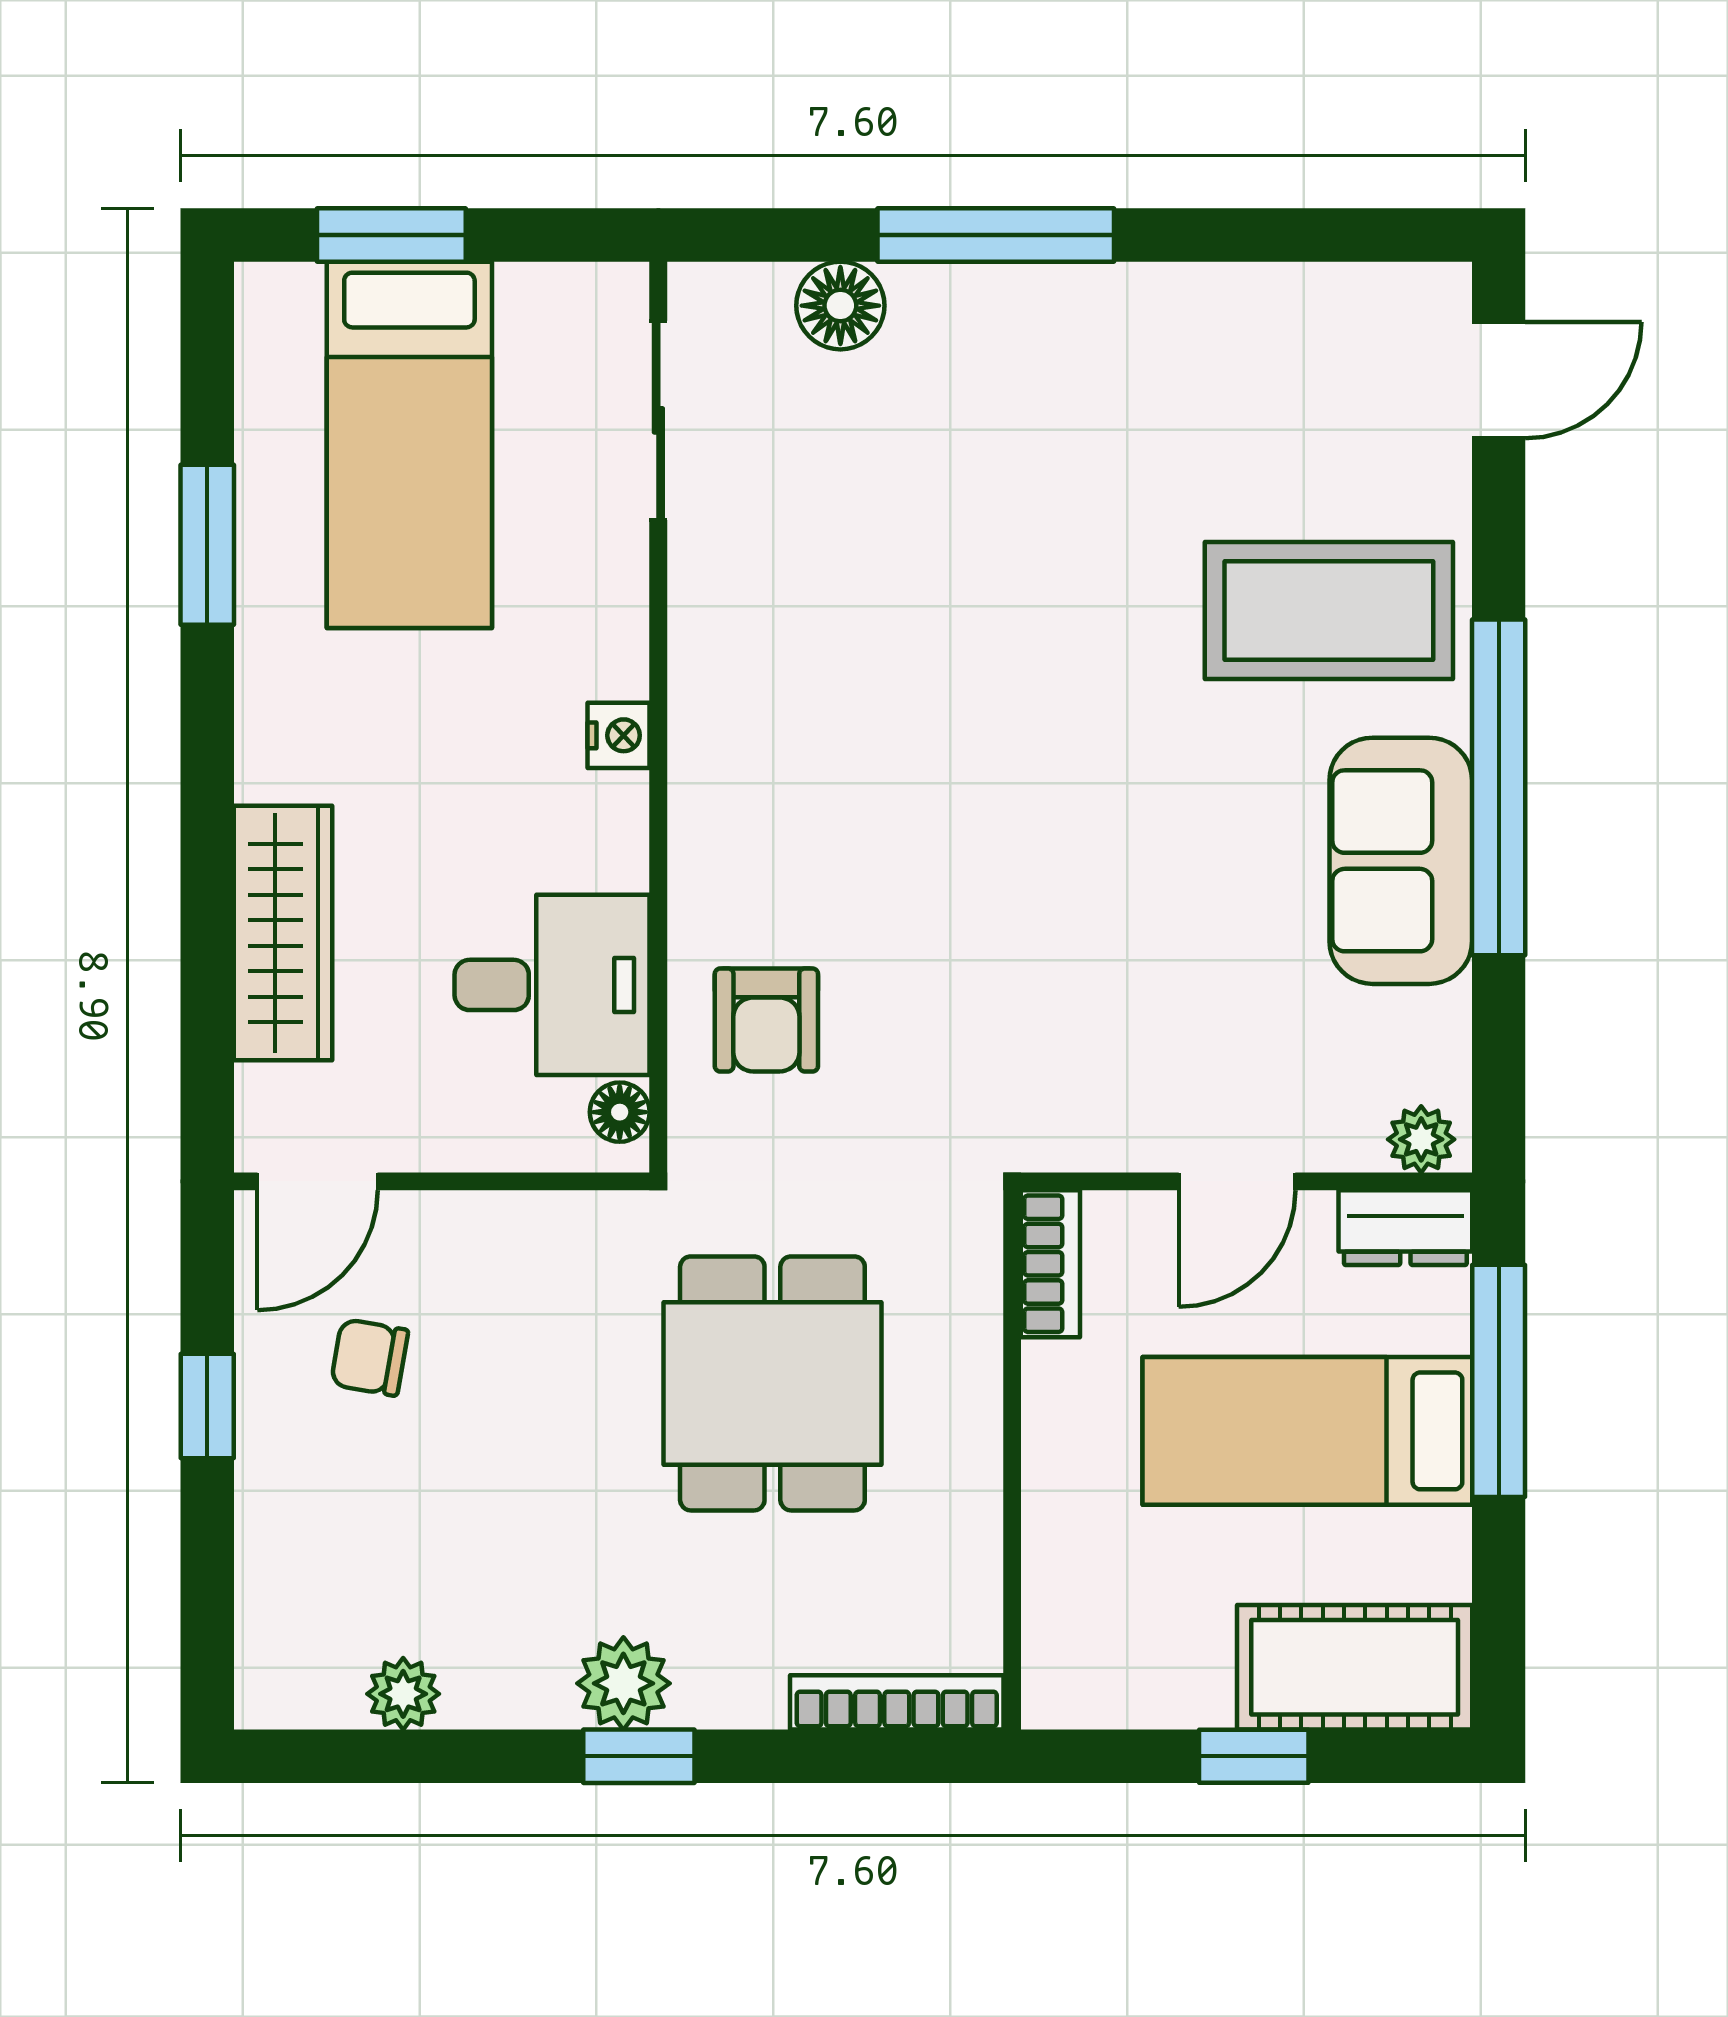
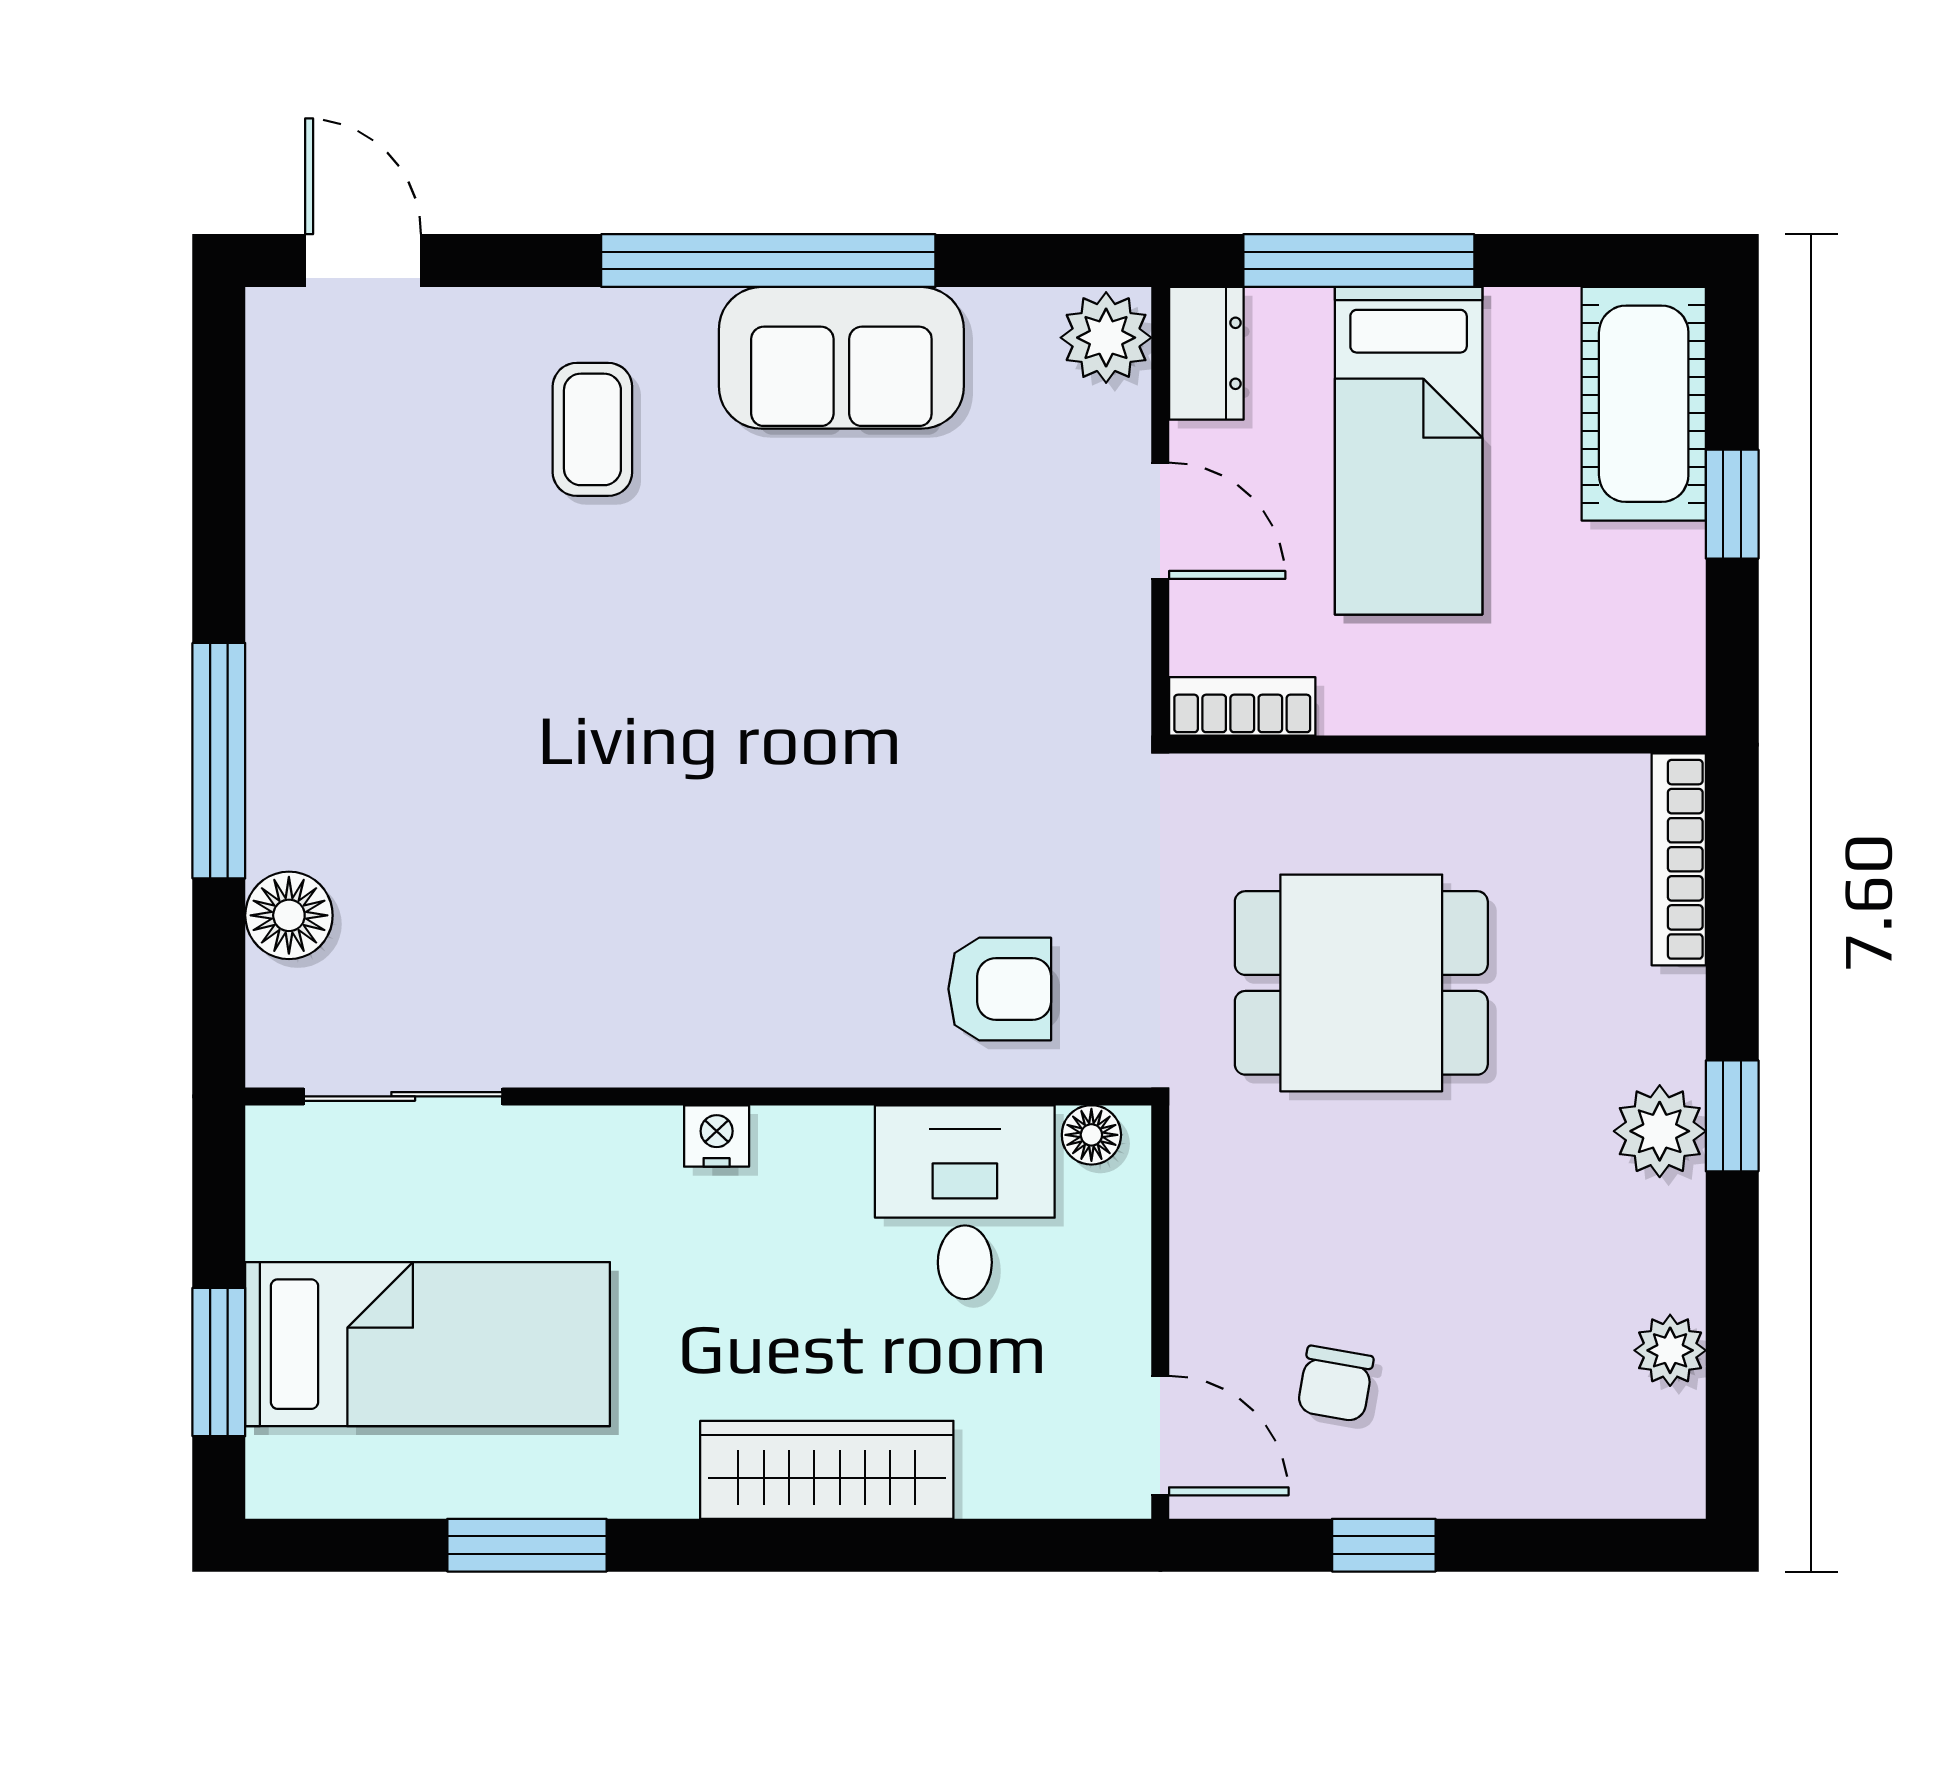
coffee table: (1329, 611) -> (592, 429), width x0.54, depth x0.58
wardrobe: (283, 933) -> (827, 1470), moved
plant: (1421, 1139) -> (1106, 338), width x1.38, depth x1.38

